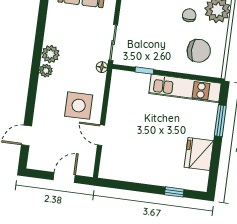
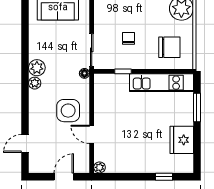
chair: (189, 15) -> (128, 38), moved
plant: (105, 172) -> (100, 167), added

